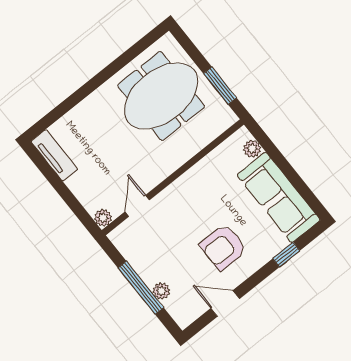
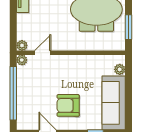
window: (141, 288) -> (13, 93), width x1.46
plant: (161, 291) -> (22, 60), moved

